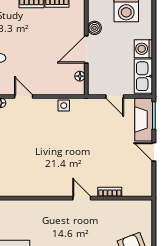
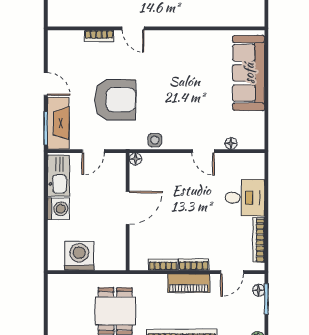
boiler: (95, 28) -> (118, 234), removed
floor lamp: (80, 76) -> (135, 159), moved
door: (115, 97) -> (93, 151), swing flipped
armchair: (97, 139) -> (115, 100), added

